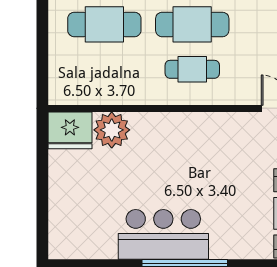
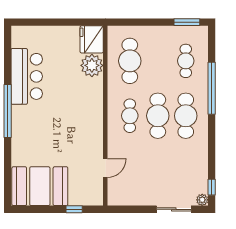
cafe table: (104, 24) -> (130, 61), moved
bar counter: (163, 234) -> (27, 76), moved

